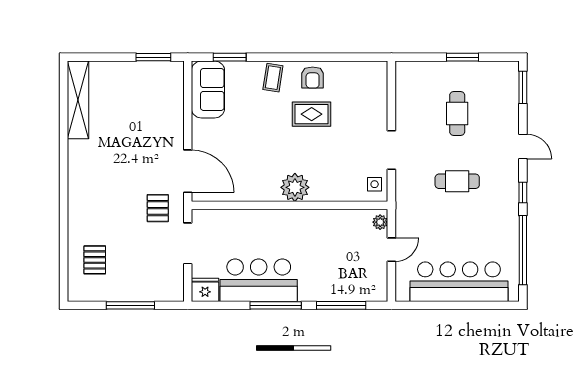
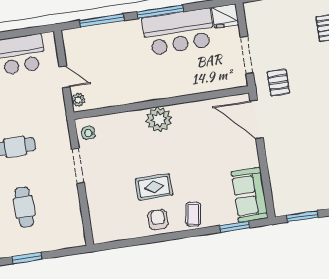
door: (391, 250) -> (65, 77), swing flipped

